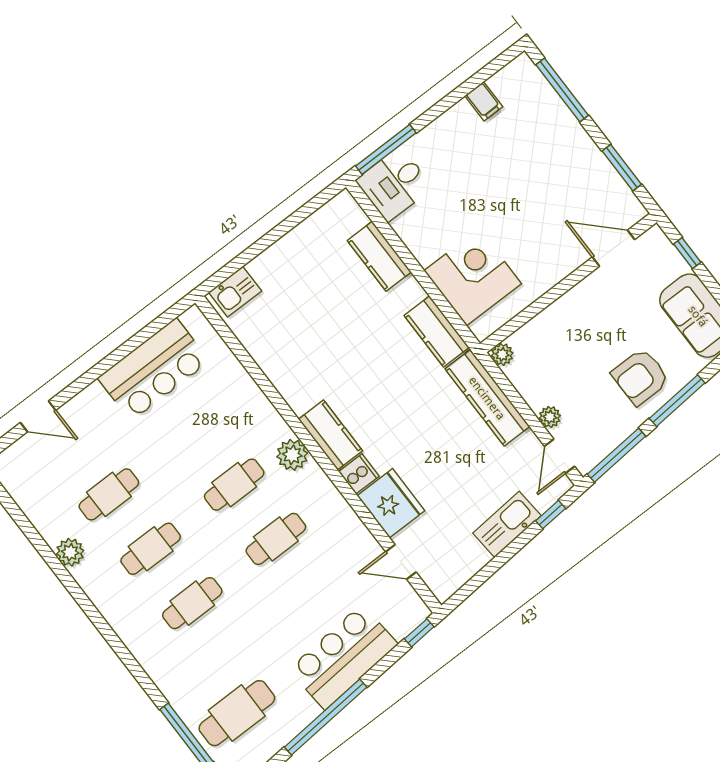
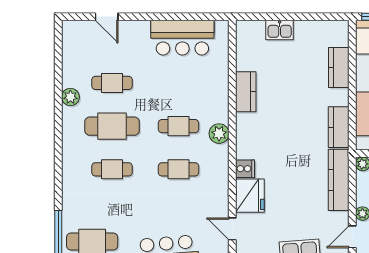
kitchen sink: (235, 292) -> (280, 30), moved
kitchen counter: (330, 435) -> (246, 92), moved
cafe table: (151, 549) -> (112, 126), width x1.37, depth x1.35

